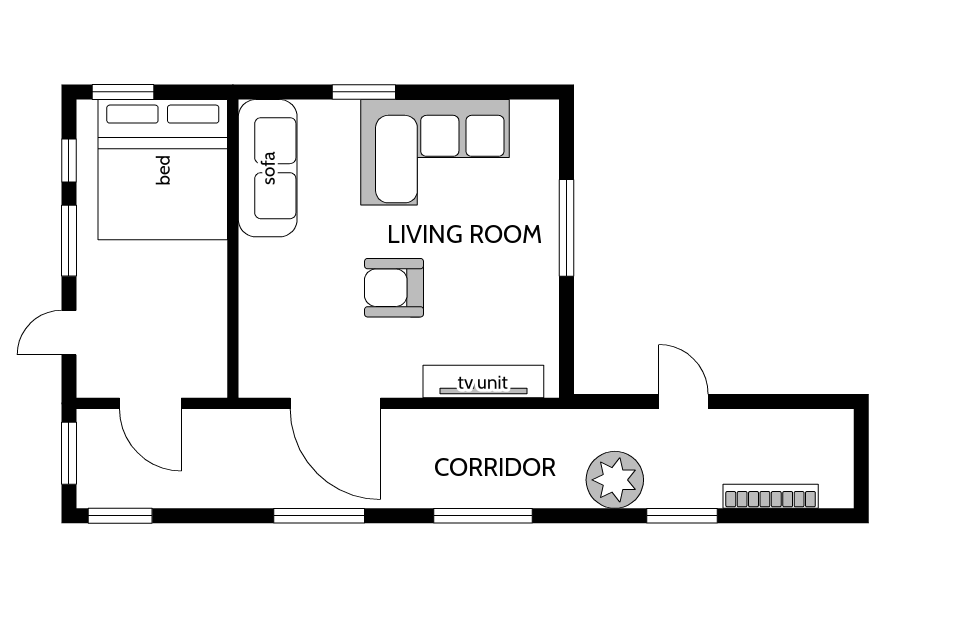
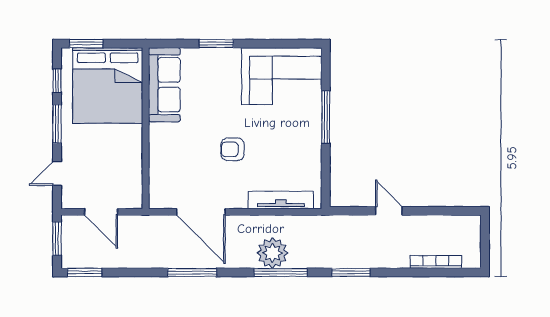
corner sofa: (435, 152) -> (282, 76), moved
armchair: (394, 288) -> (233, 149), width x0.72, depth x0.72
plant: (615, 480) -> (272, 253), moved
window: (682, 516) -> (351, 272), moved

